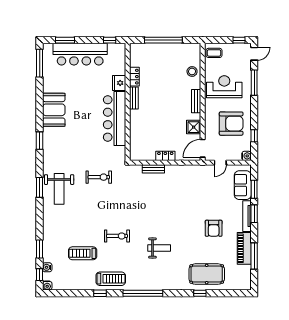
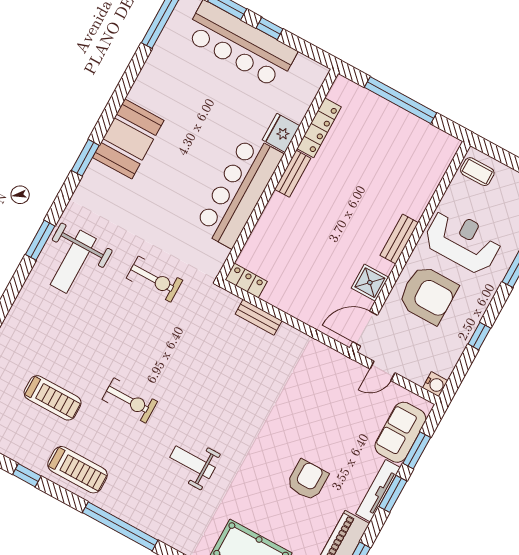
window: (110, 40) -> (270, 28), moved
stool: (192, 71) -> (421, 183), removed
locker: (134, 77) -> (319, 128), width x1.53
booth: (54, 110) -> (128, 139), moved
armchair: (231, 124) -> (428, 295), moved
window: (254, 136) -> (479, 336), moved
locker: (165, 156) -> (246, 281), moved
armchair: (214, 228) -> (307, 480), turned 180
weight bench: (159, 248) -> (192, 462), turned 180
treadmill: (83, 253) -> (53, 398), turned 180
window: (100, 293) -> (27, 475), moved

